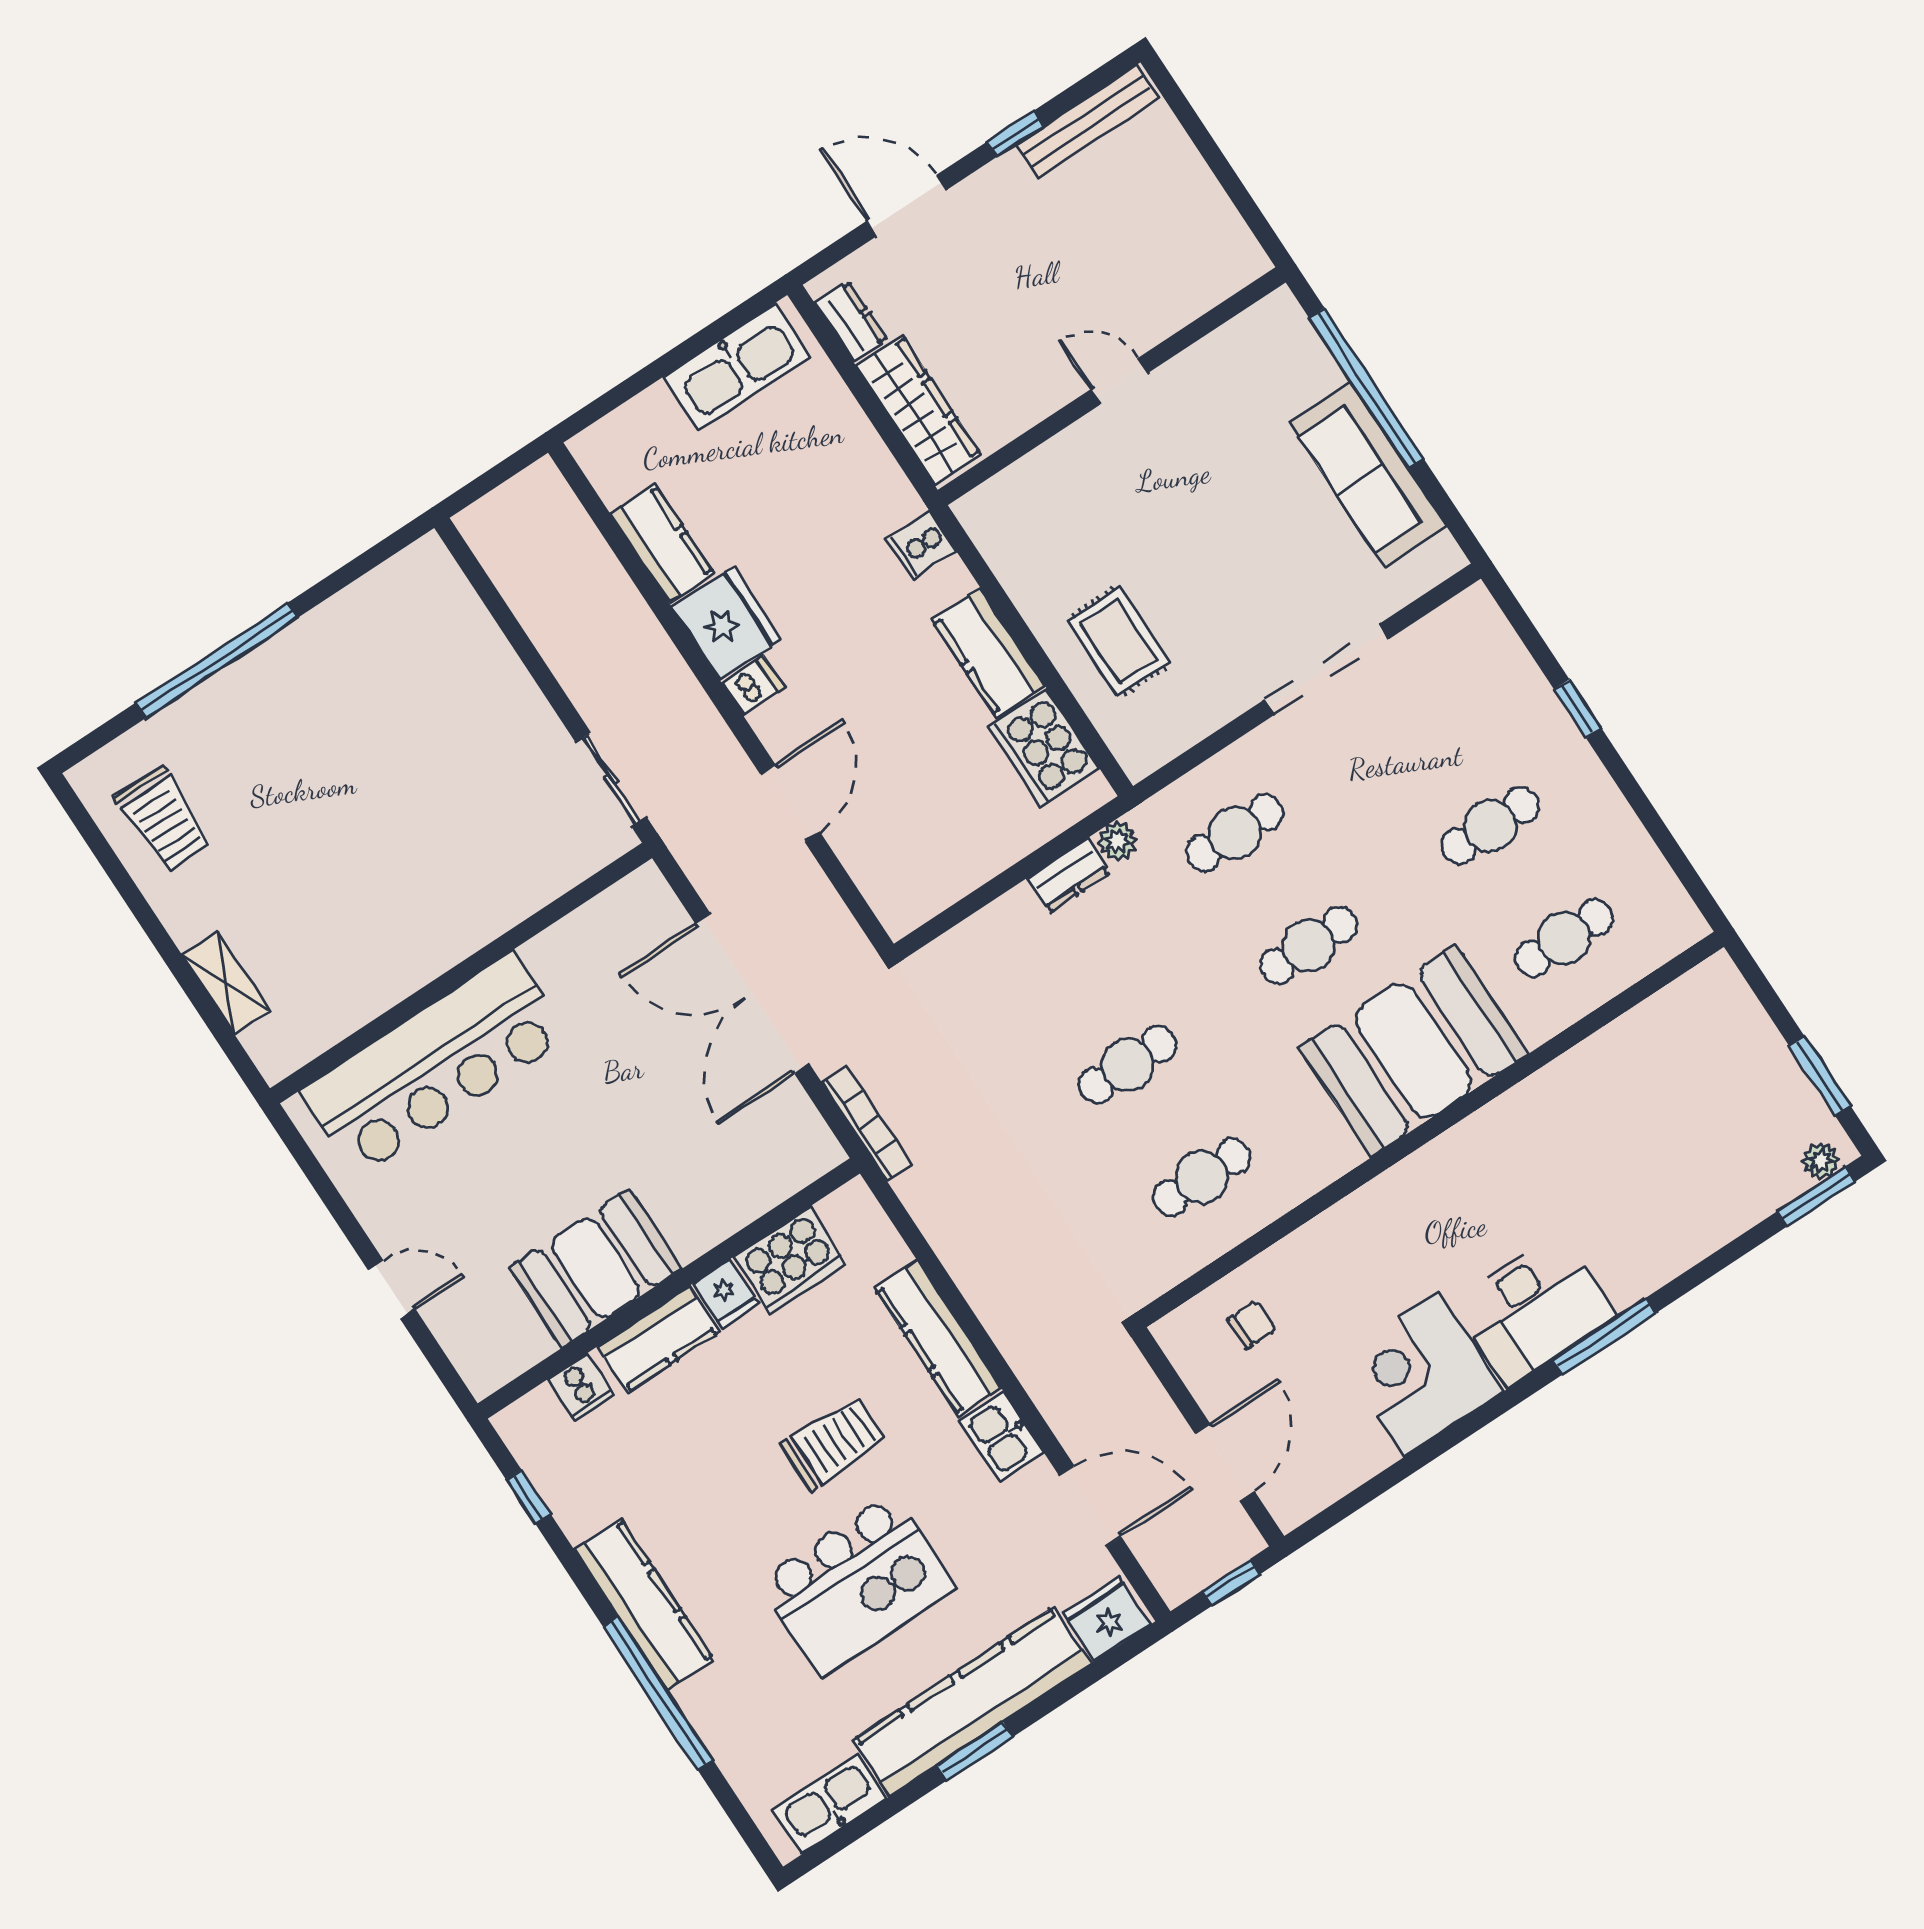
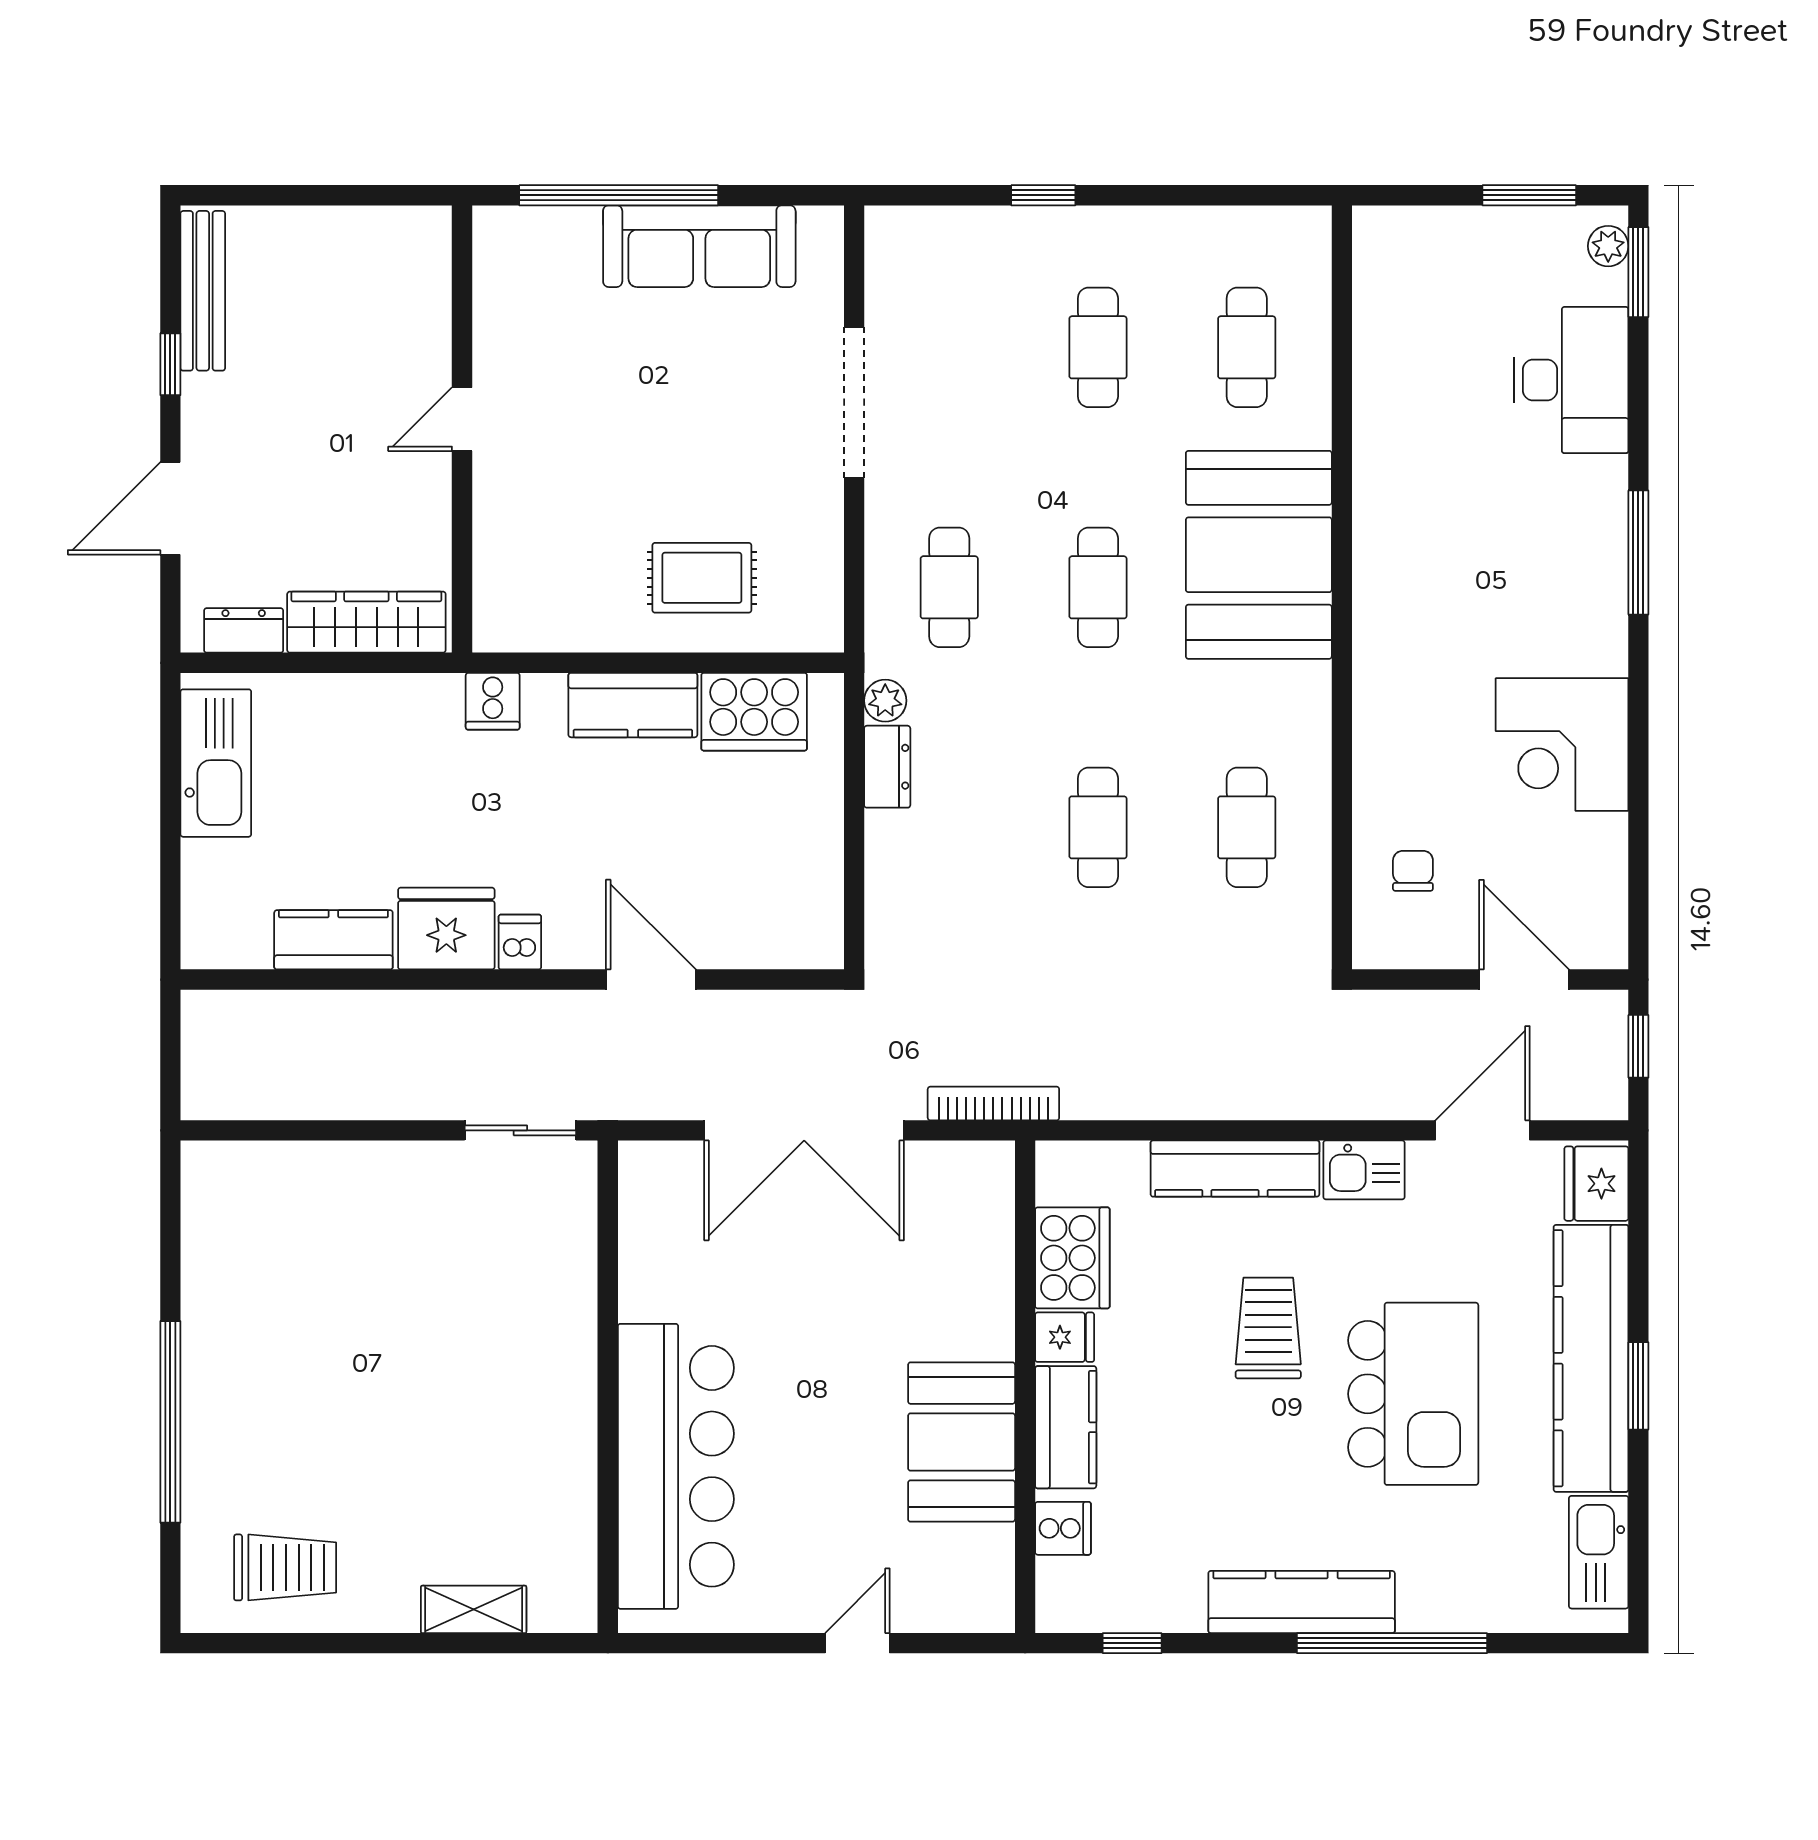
desk: (1534, 1309) -> (1571, 380), moved

